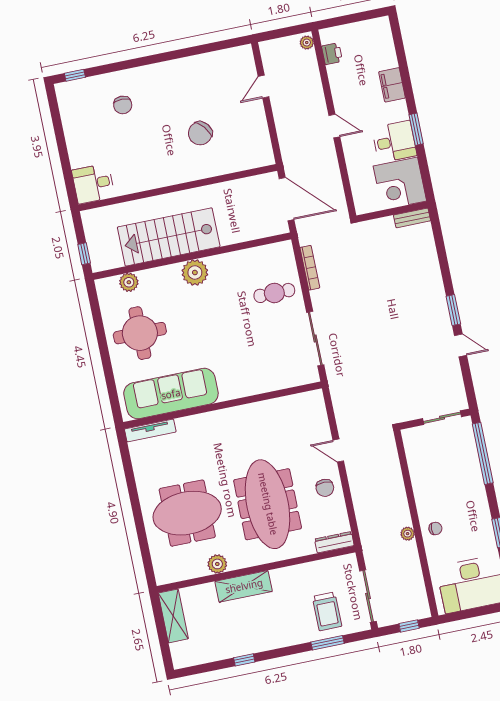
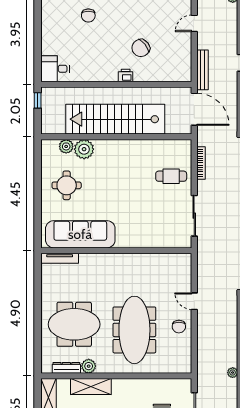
bench: (287, 145) -> (202, 70), added
printer: (188, 173) -> (126, 75), added
stairs: (169, 237) -> (115, 119), width x1.36
window: (84, 254) -> (38, 100), moved
plant: (195, 273) -> (84, 149), moved
round table: (140, 333) -> (67, 185), width x0.73, depth x0.73
dresser: (334, 542) -> (66, 368), moved
shelving: (244, 586) -> (91, 387), moved

